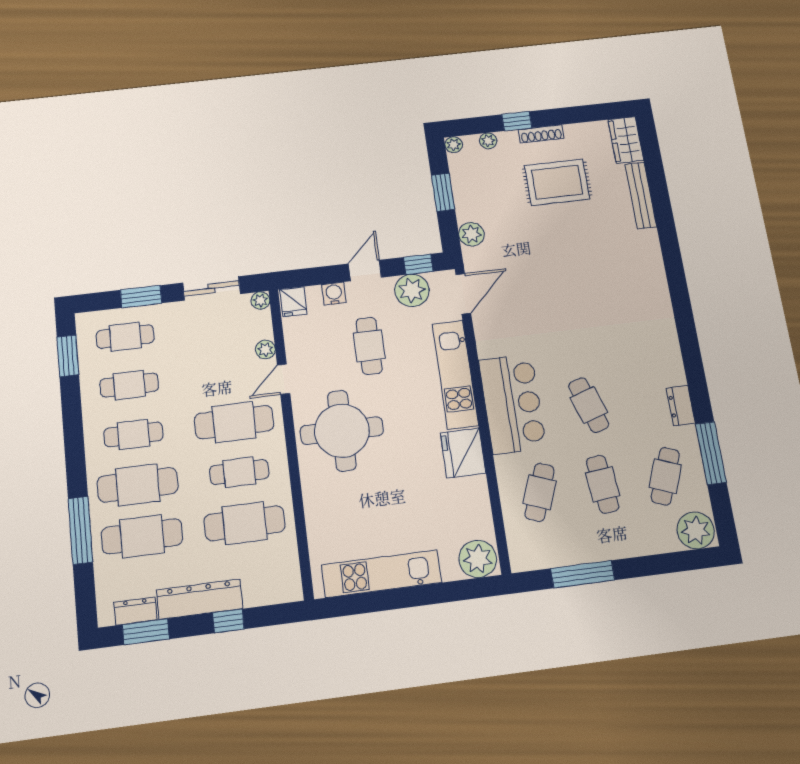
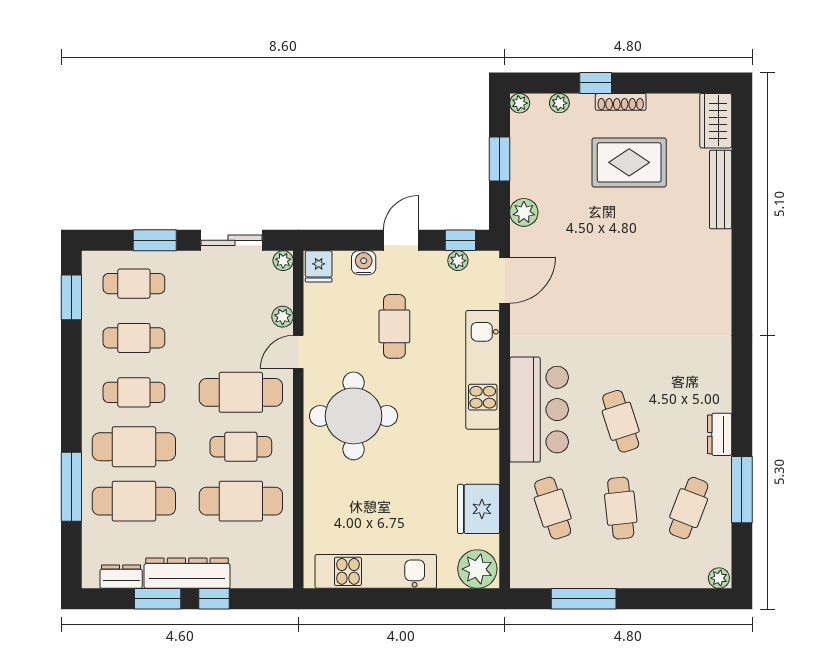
plant: (412, 290) -> (458, 261), width x0.53, depth x0.53
fridge: (463, 453) -> (479, 509), moved
cafe table: (540, 492) -> (553, 508), turned -39
plant: (696, 530) -> (719, 578), width x0.53, depth x0.53
window: (146, 632) -> (158, 599), moved

